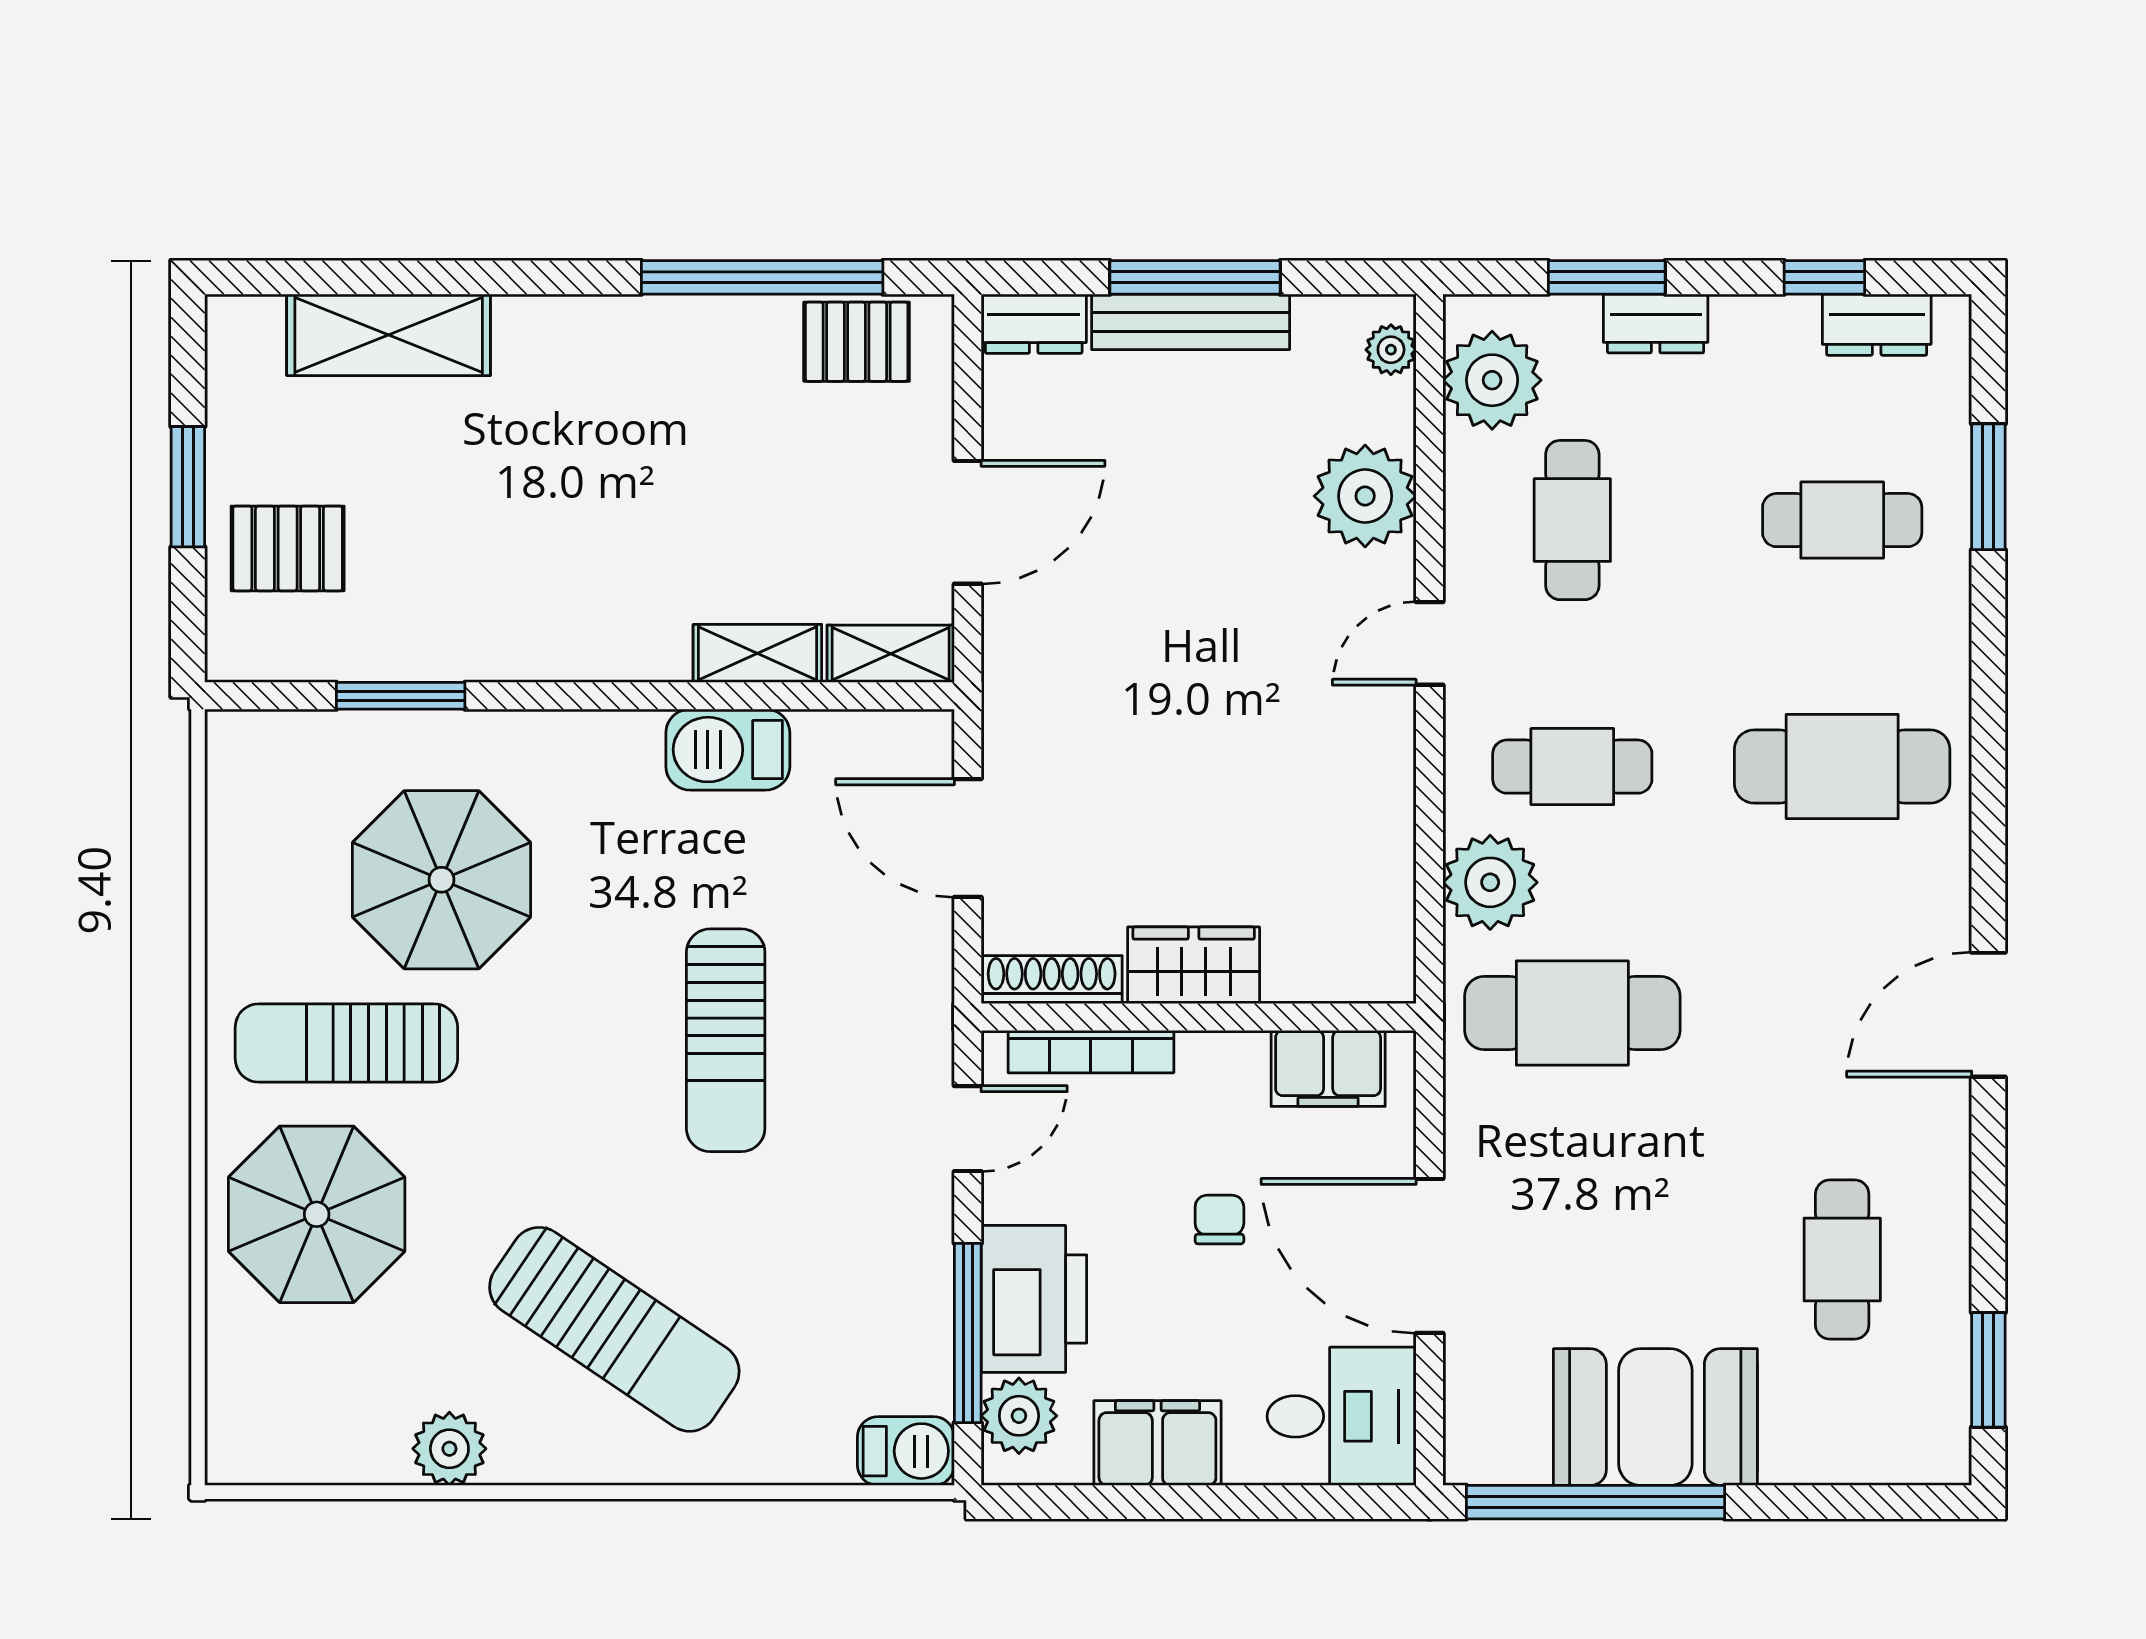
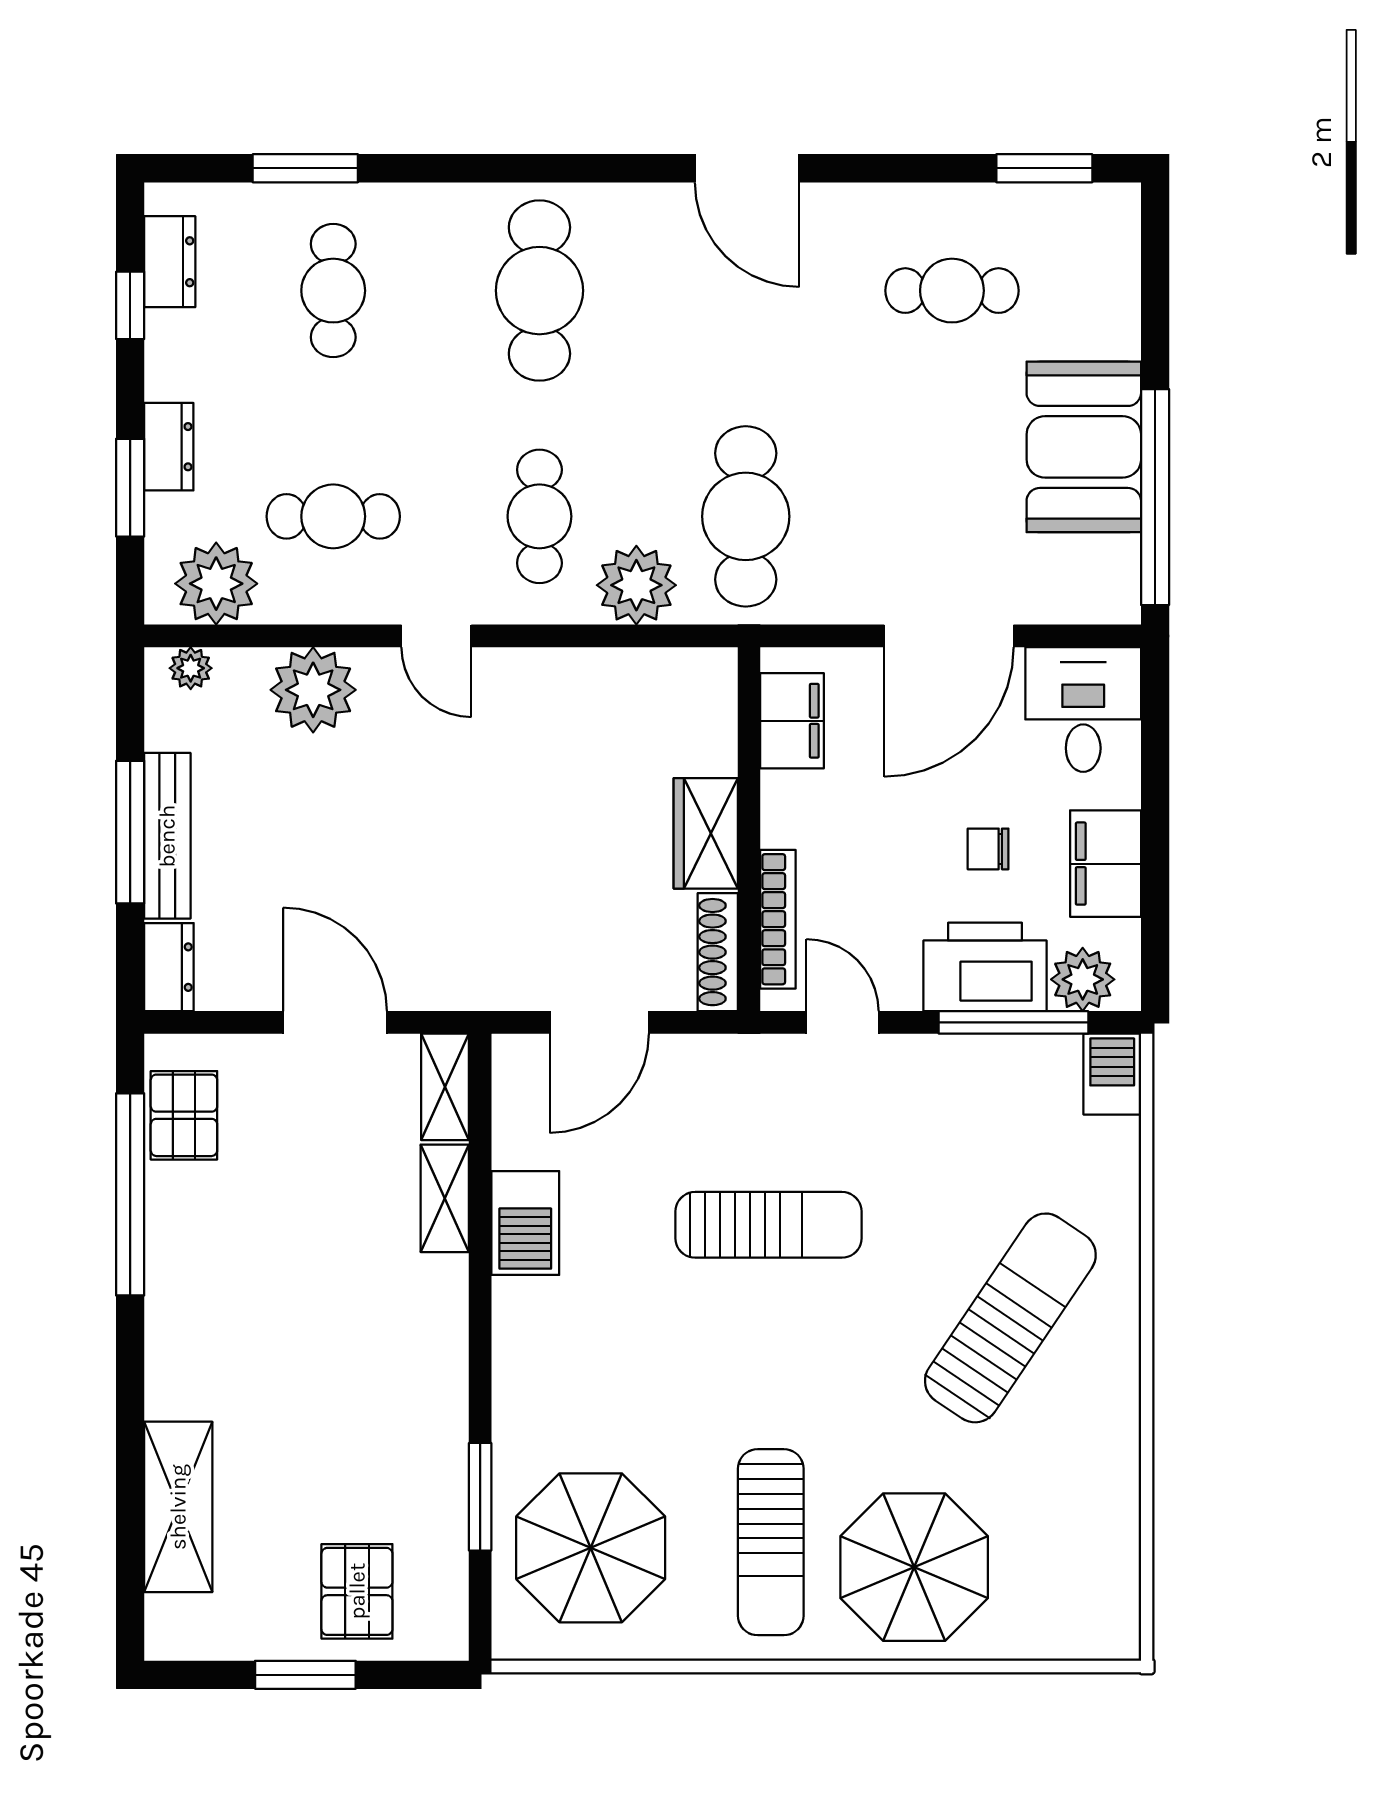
parasol: (442, 880) -> (591, 1548), moved
chair: (1219, 1219) -> (988, 849), moved
plant: (449, 1449) -> (1110, 1456), removed

